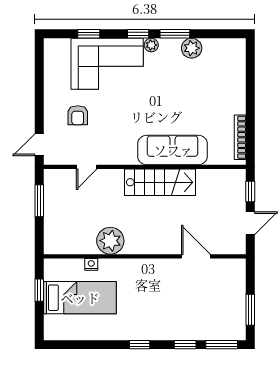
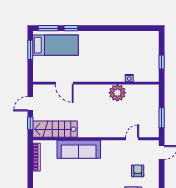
stairs: (160, 182) -> (55, 129), moved
bed: (80, 298) -> (56, 45), moved, turned 180
window: (140, 345) -> (99, 28), removed

